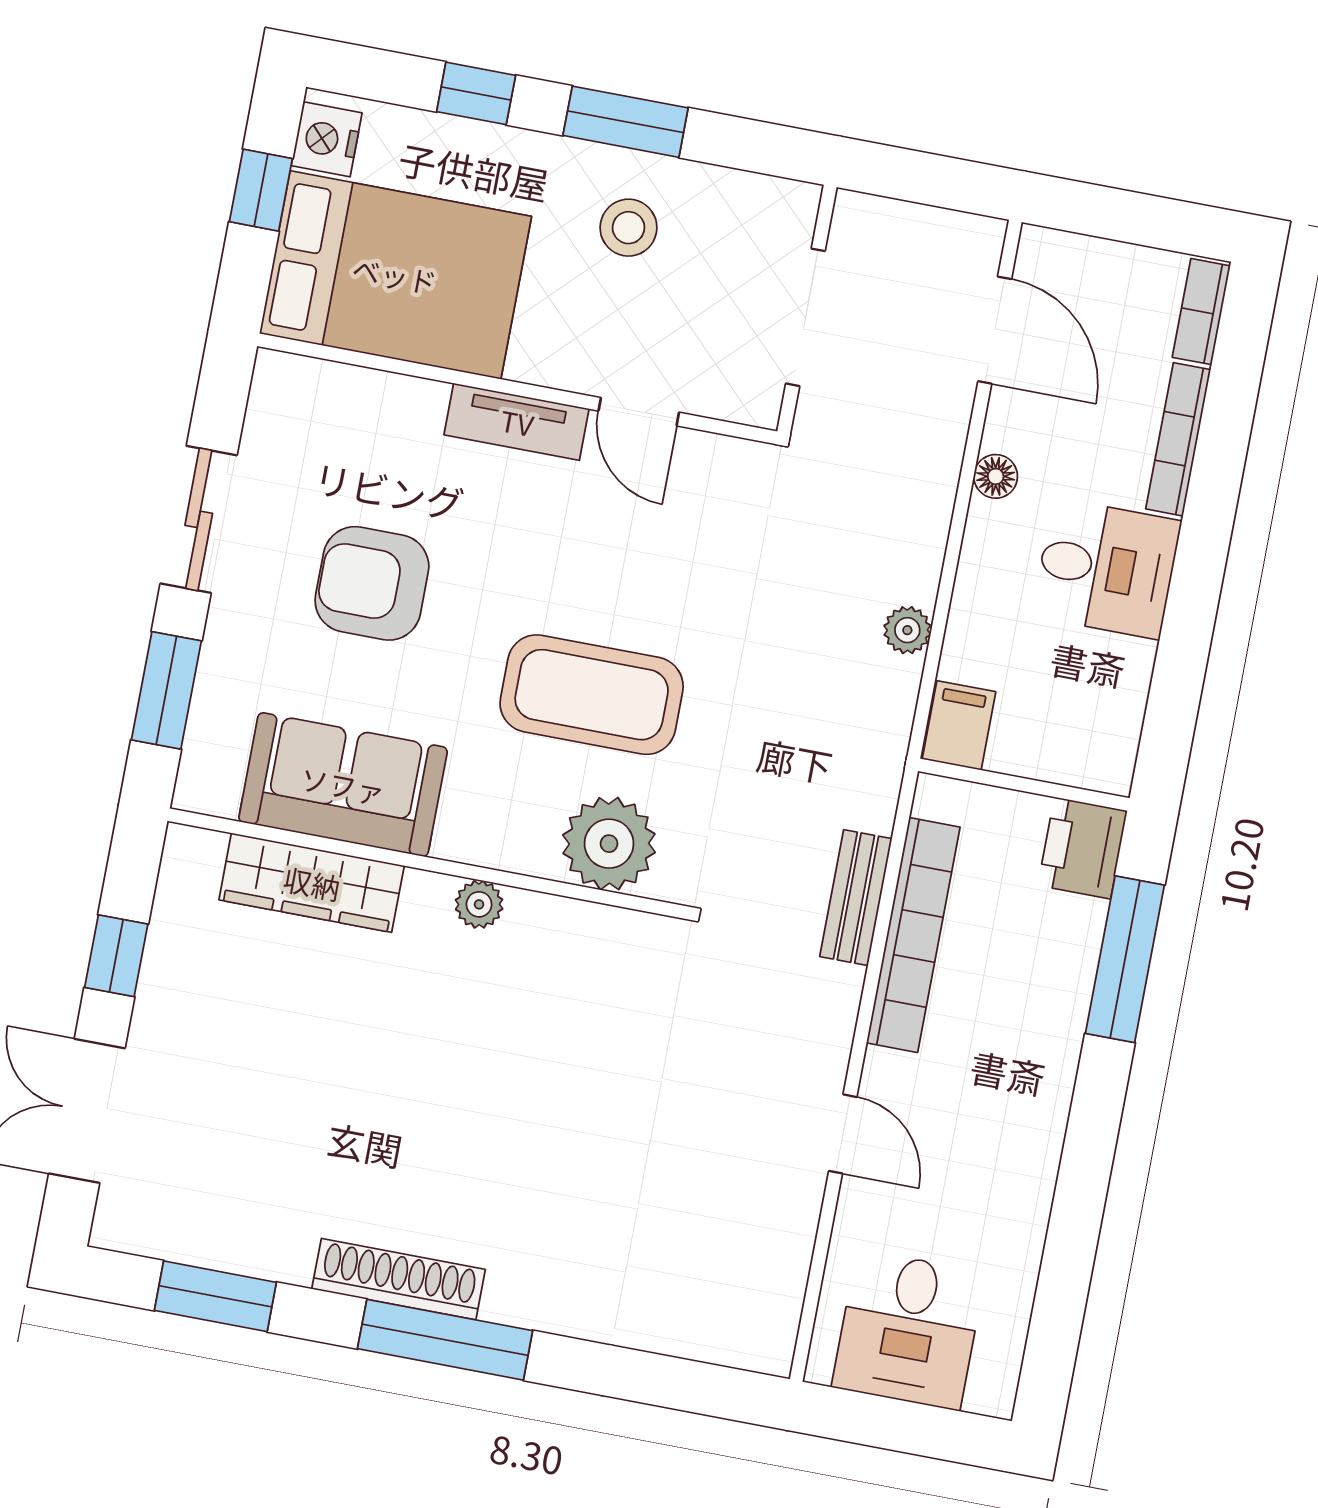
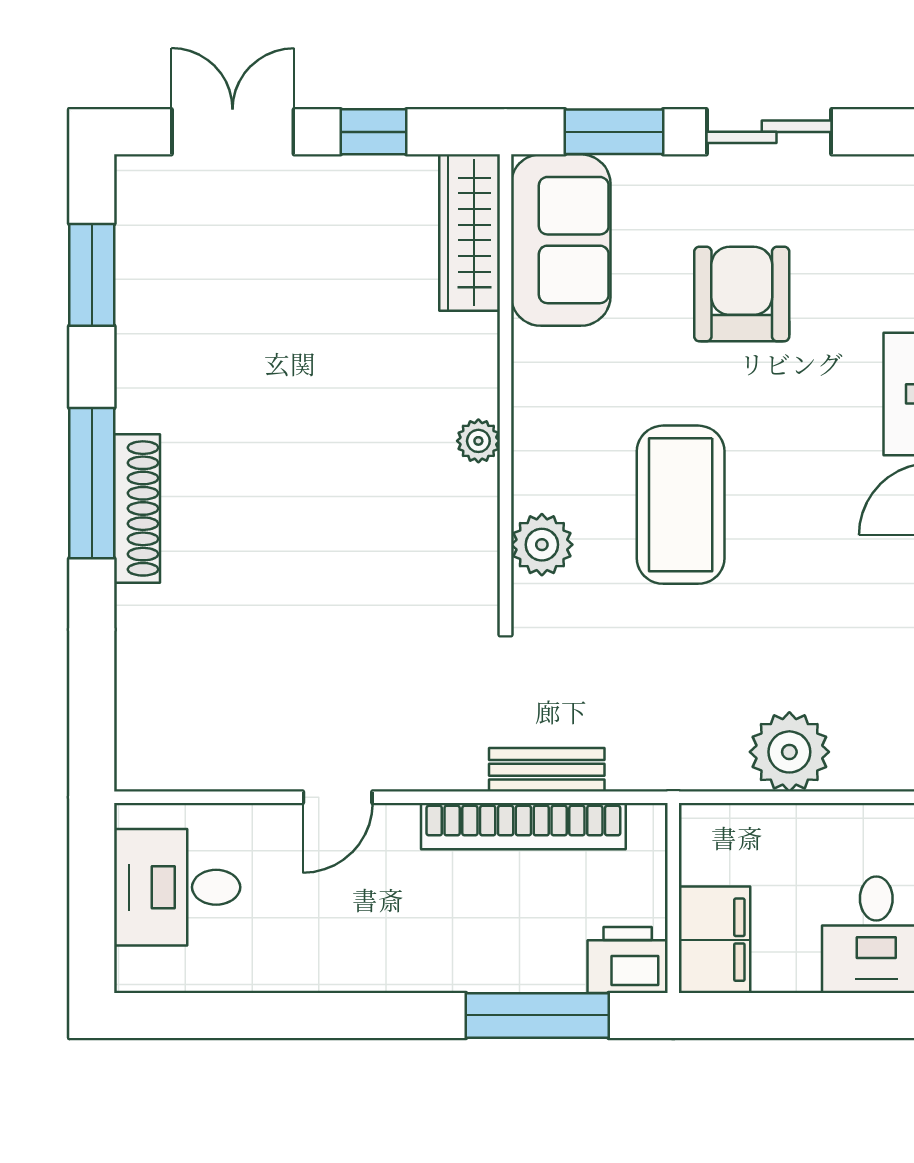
plant: (907, 630) -> (789, 752), width x1.87, depth x1.87
filing cabinet: (959, 725) -> (714, 940), moved, width x2.00
sofa: (343, 785) -> (561, 240), moved
plant: (609, 844) -> (542, 545), width x0.73, depth x0.73
wardrobe: (312, 883) -> (470, 233), moved
shoe rack: (399, 1279) -> (137, 508), moved

